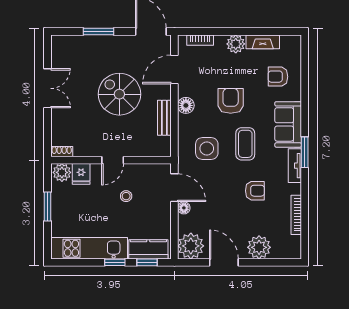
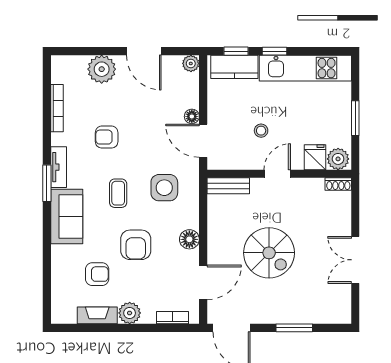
armchair: (278, 77) -> (97, 274), moved
bench: (164, 118) -> (228, 186), moved, turned 90
coffee table: (245, 144) -> (118, 193), width x0.73, depth x0.77
plant: (191, 246) -> (191, 63), width x0.53, depth x0.53

